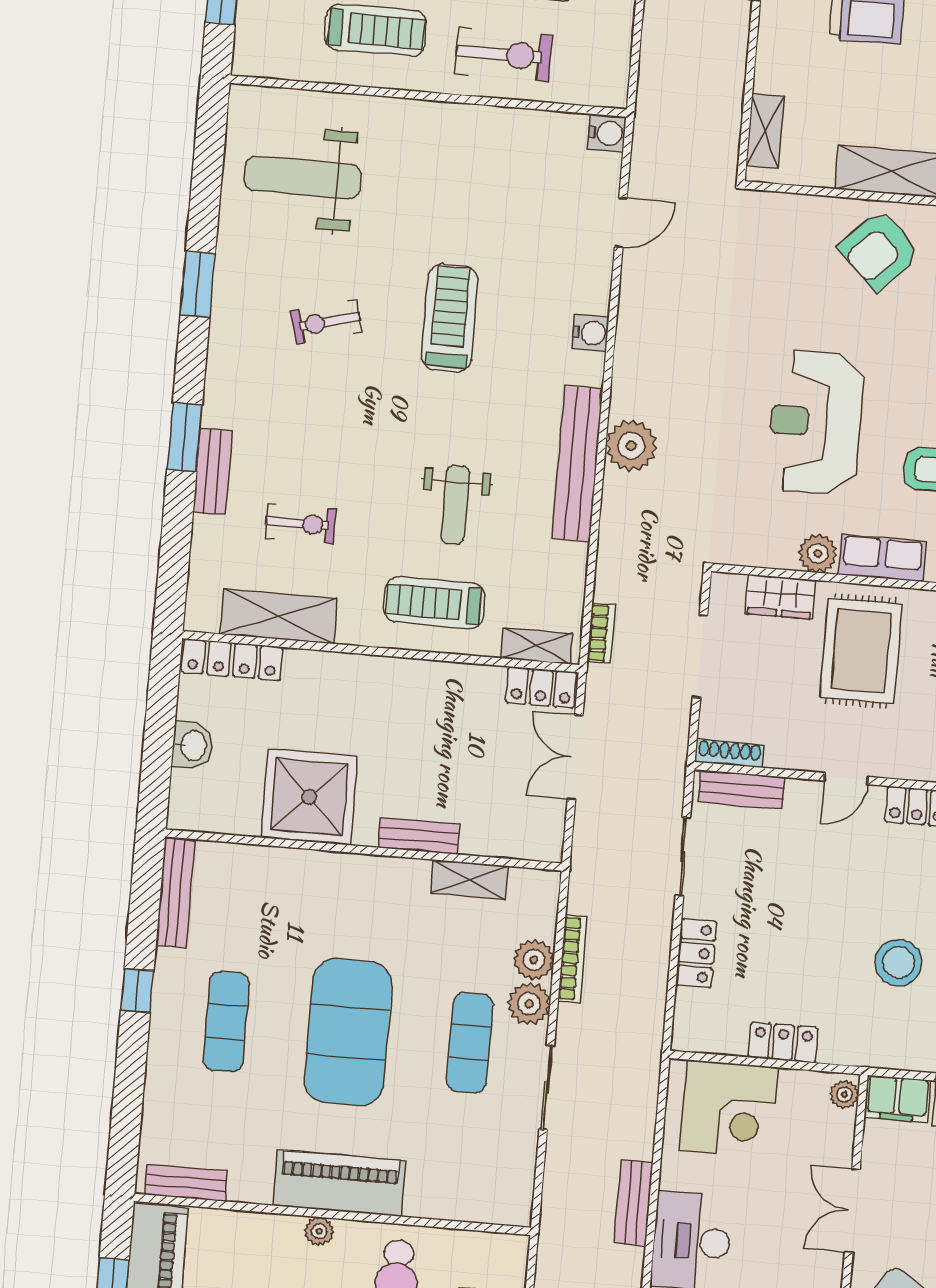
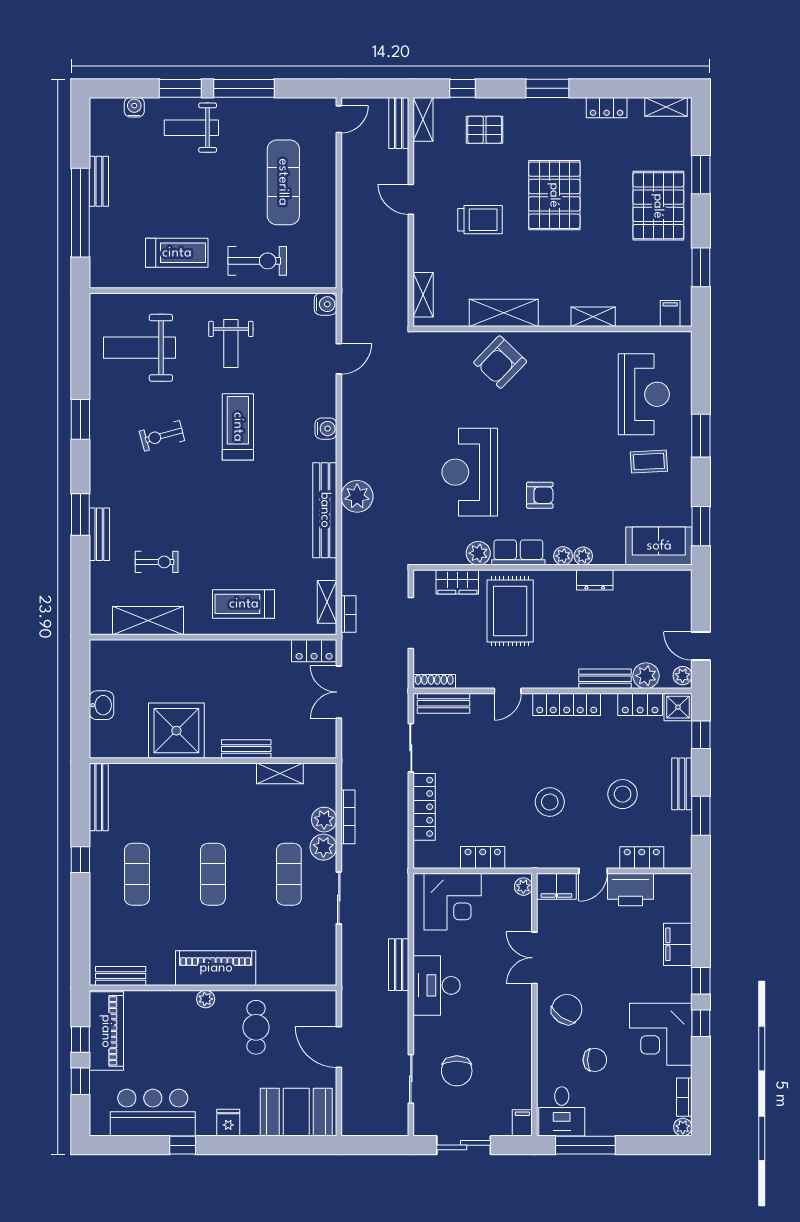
weight bench: (455, 505) -> (231, 343), moved
shelving: (537, 646) -> (327, 602), moved, turned 90
locker: (232, 660) -> (121, 650), removed
locker: (696, 953) -> (424, 807), width x1.53
exercise mat: (348, 1032) -> (213, 874), width x0.50, depth x0.69

